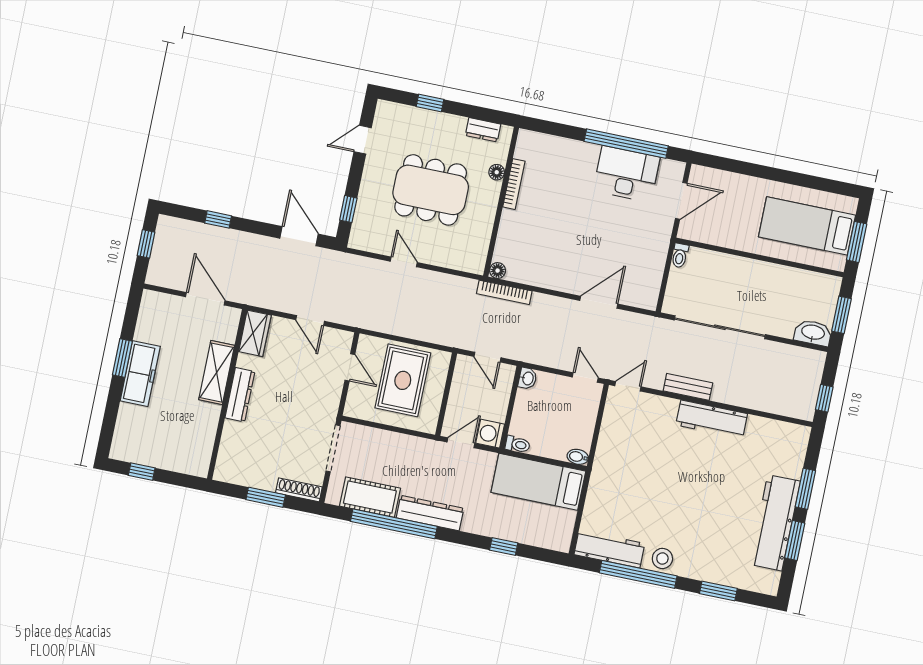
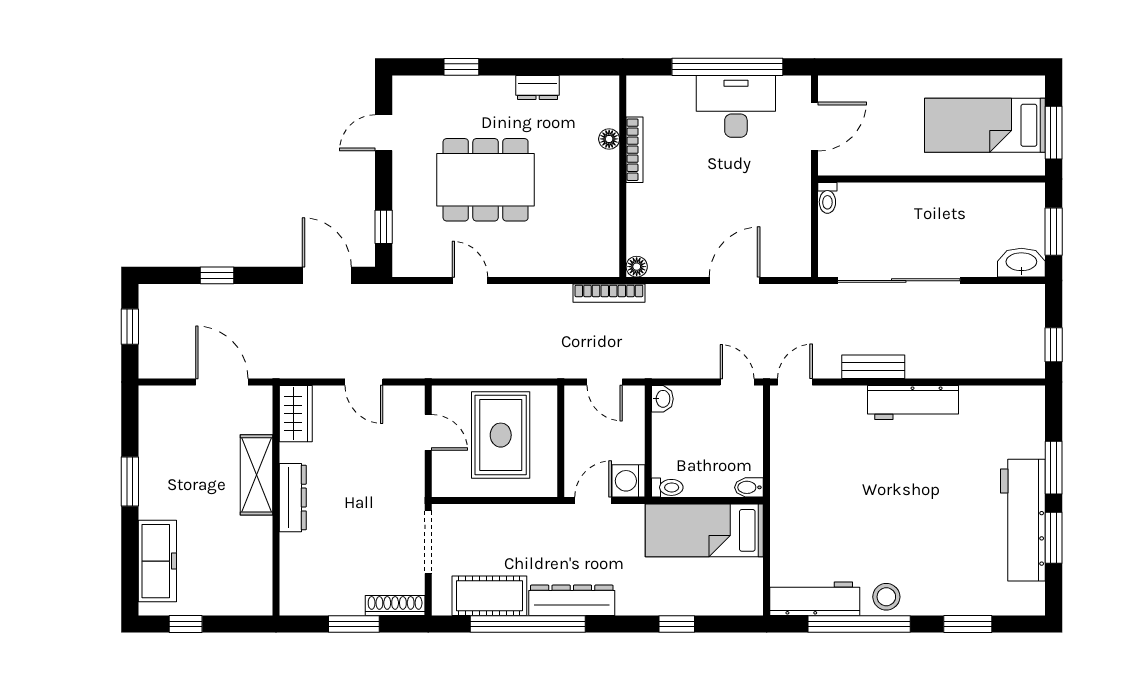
floor lamp: (497, 172) -> (609, 139), moved
bookcase: (514, 184) -> (635, 150), moved
wall: (501, 202) -> (623, 176), moved
floor lamp: (498, 271) -> (637, 267), moved
freezer: (140, 374) -> (157, 561), moved

